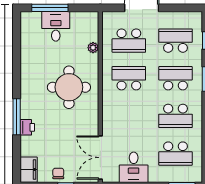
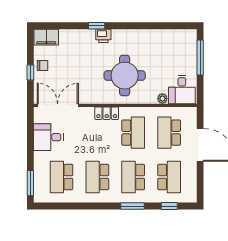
desk: (56, 26) -> (182, 90), moved, turned 90
school desk: (175, 78) -> (133, 177), turned 180
locker: (108, 106) -> (107, 113), added
window: (17, 117) -> (97, 26), width x0.46
printer: (27, 127) -> (103, 36), moved

